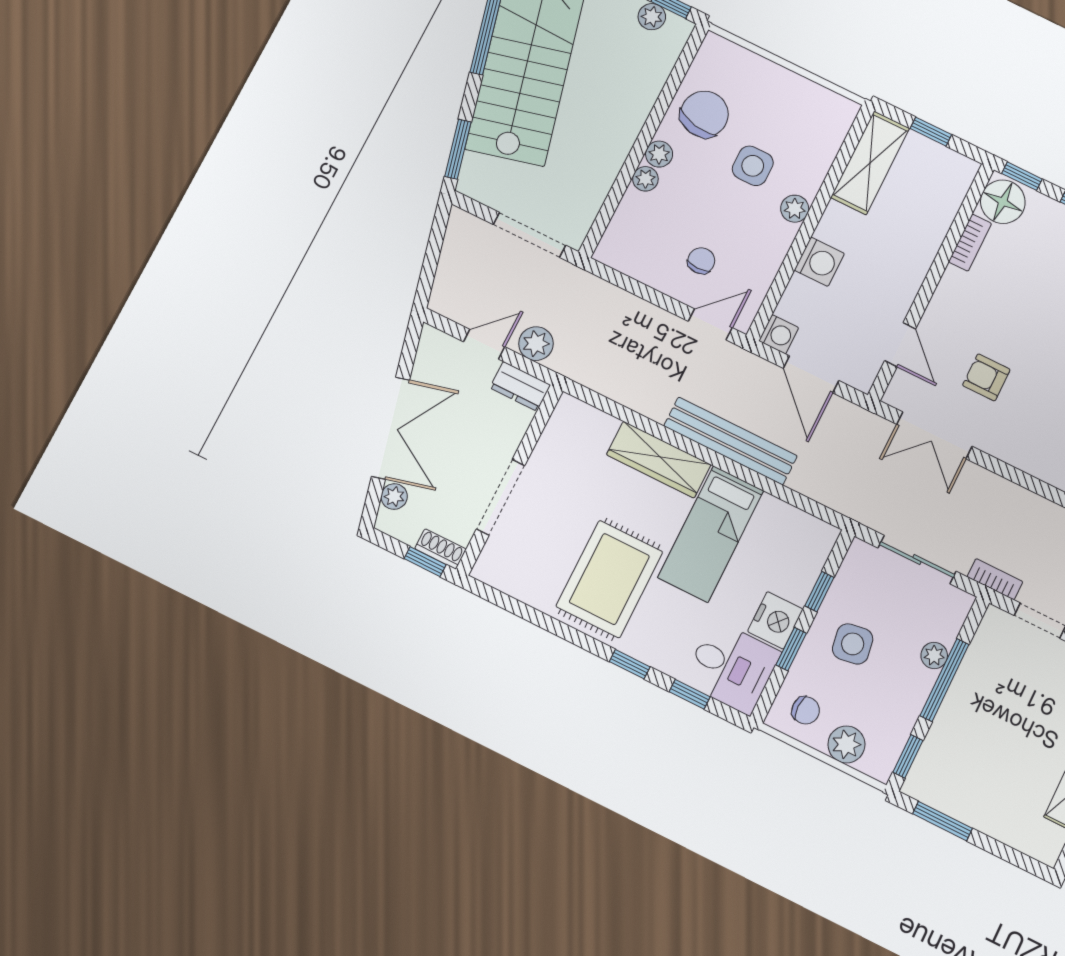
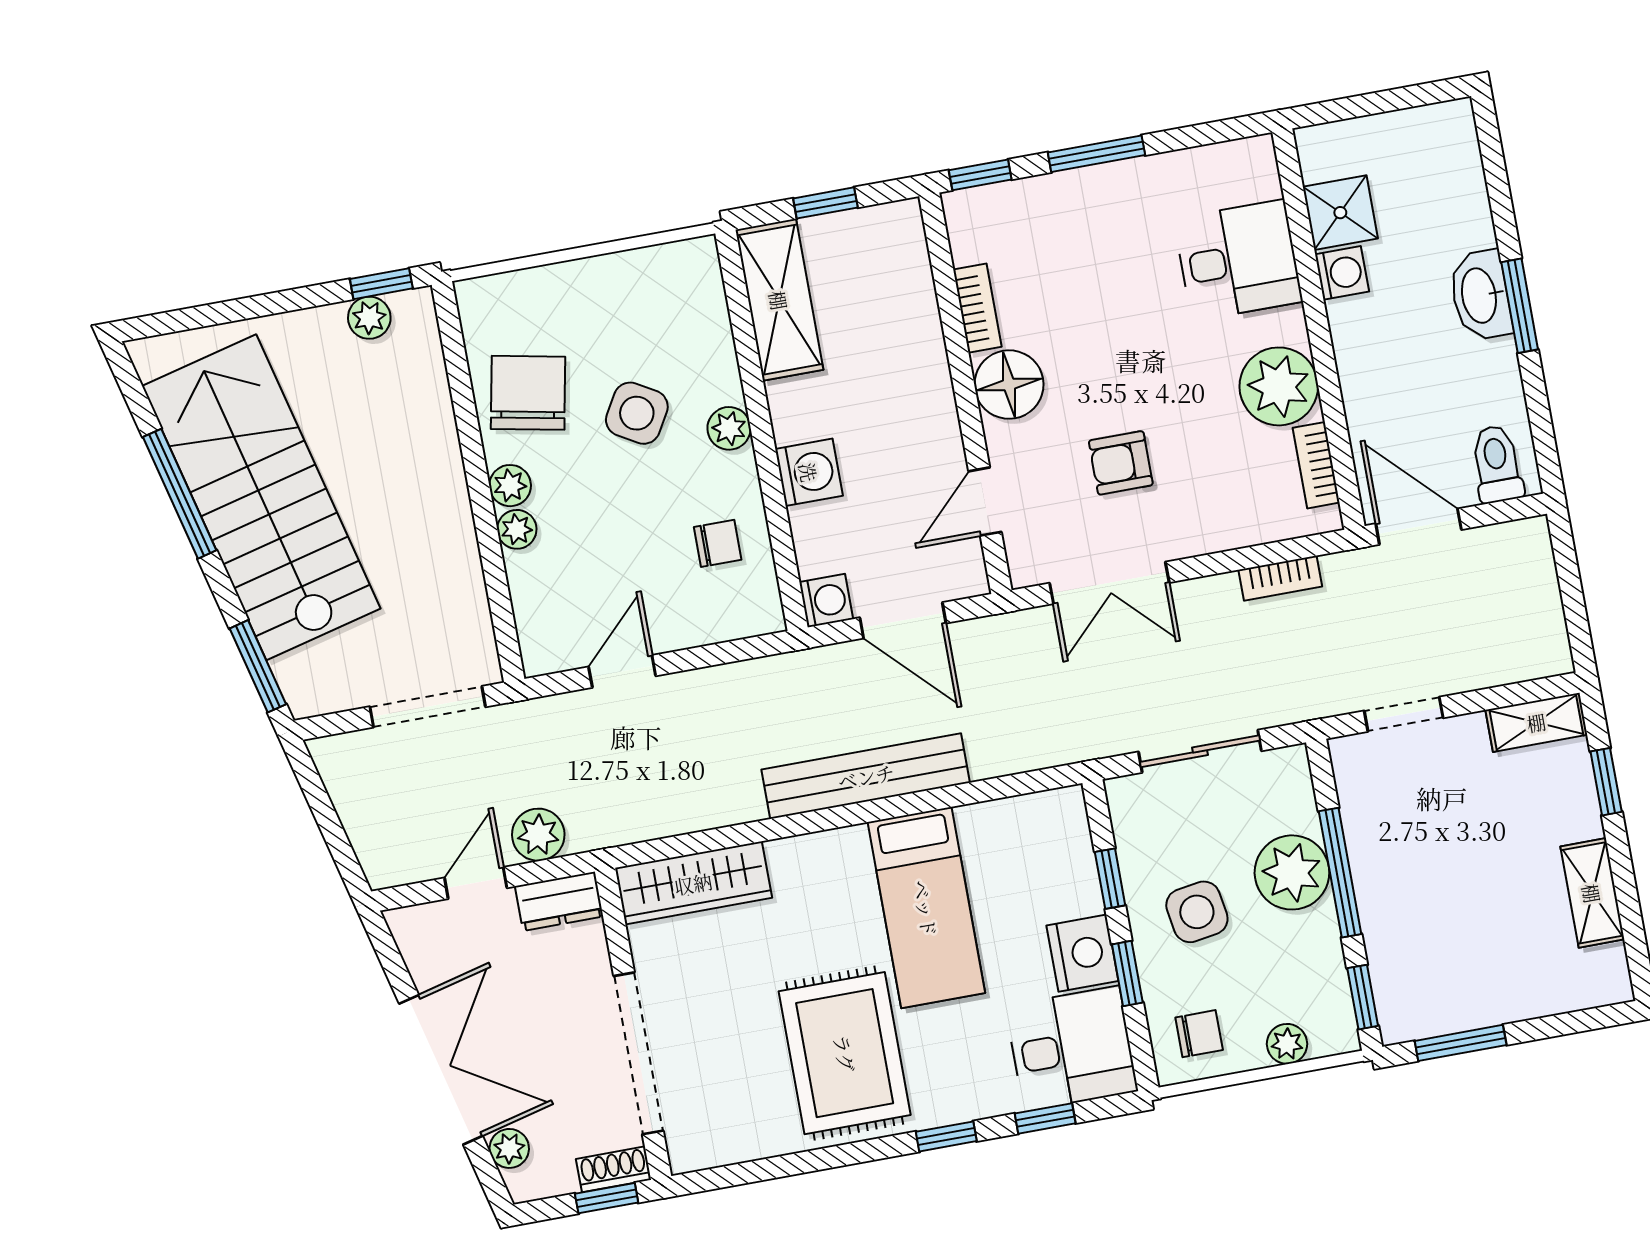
side table: (753, 166) -> (637, 413), turned 30
floor lamp: (1003, 202) -> (1009, 385), moved
chair: (701, 261) -> (718, 543), moved, turned 90
door: (710, 324) -> (622, 671), moved
door: (900, 345) -> (985, 502), swing flipped
wardrobe: (659, 460) -> (693, 883), moved
doorway: (501, 497) -> (638, 1053), width x1.36
bookcase: (995, 579) -> (1280, 578), moved, turned 180
plant: (934, 655) -> (1292, 872), width x1.88, depth x1.88
plant: (846, 744) -> (1287, 1044), width x0.73, depth x0.73

